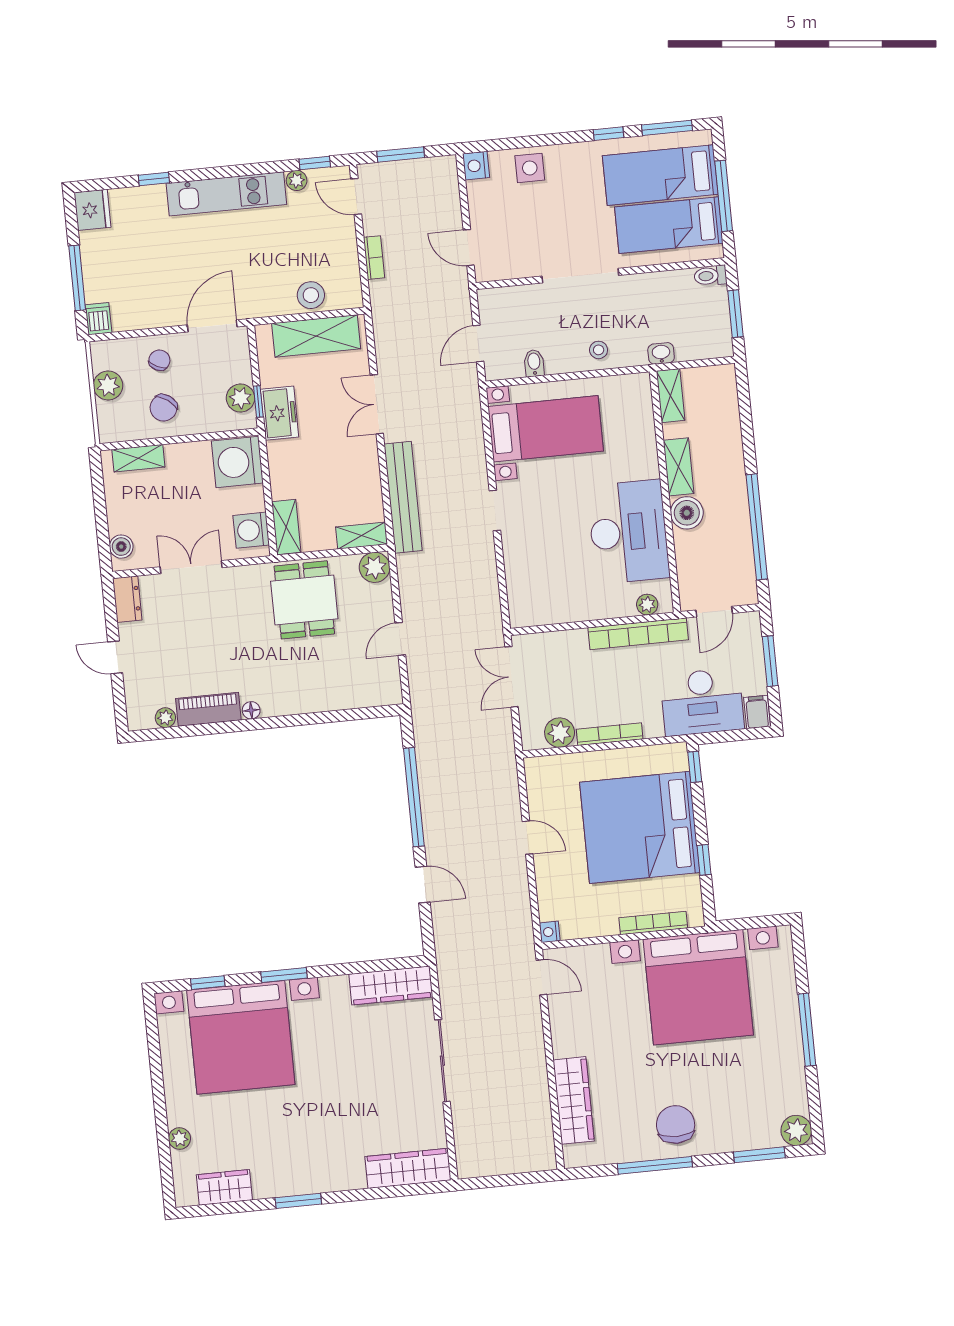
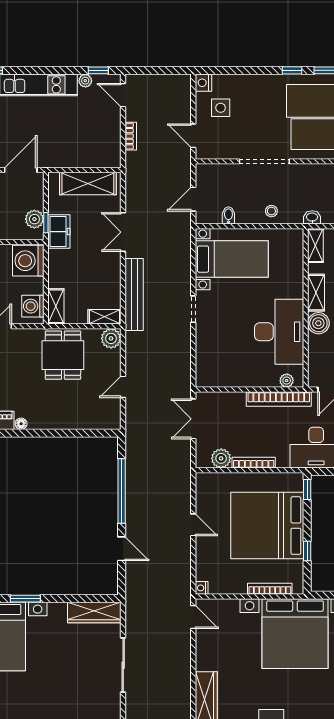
window: (401, 154) -> (155, 70), removed
side table: (530, 168) -> (221, 108), moved
stool: (311, 295) -> (87, 156), removed

